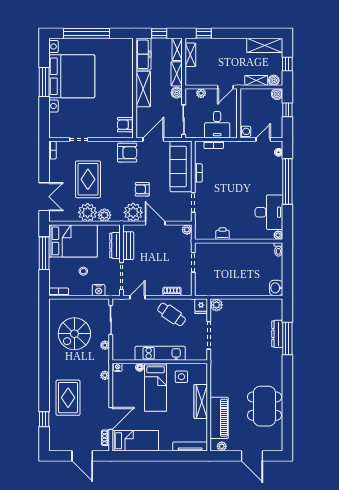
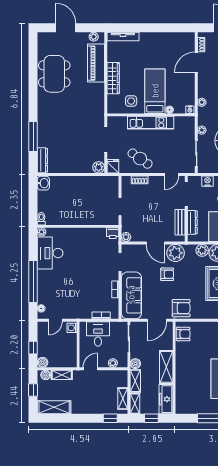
armchair: (127, 153) -> (181, 308), turned 180
printer: (223, 234) -> (113, 233), moved
dresser: (277, 334) -> (42, 160), moved
bed: (135, 441) -> (174, 42), removed

